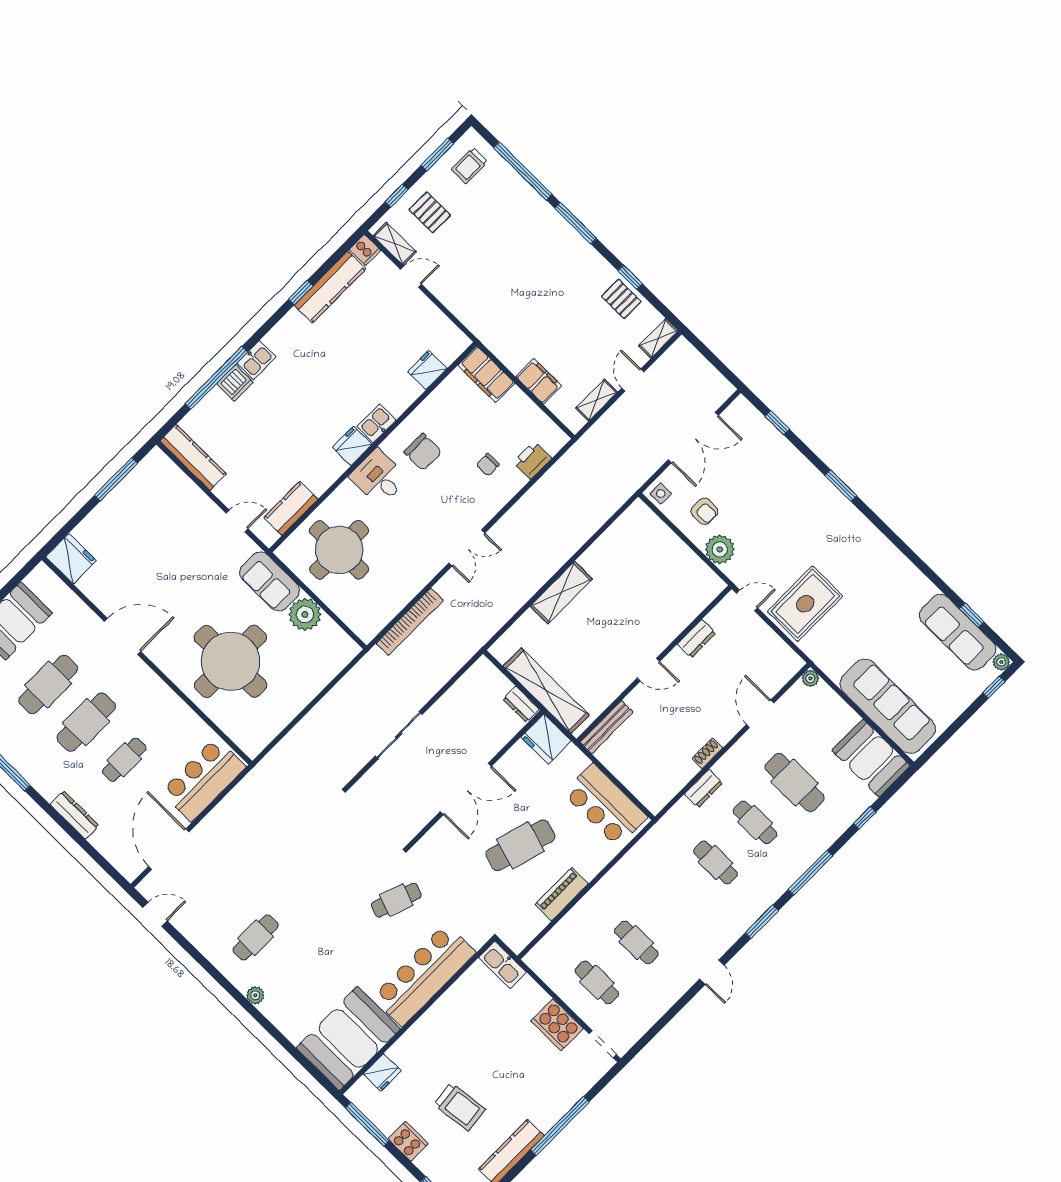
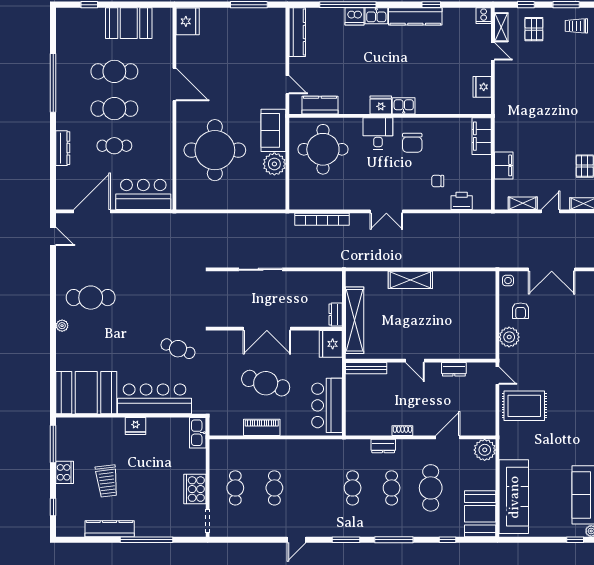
kitchen counter: (330, 287) -> (415, 16), moved
fridge: (427, 370) -> (482, 87), moved, turned -90
plant: (810, 678) -> (485, 450), width x1.88, depth x1.88
cafe table: (256, 938) -> (91, 298), width x1.37, depth x1.35
fridge: (382, 1072) -> (136, 426), moved

